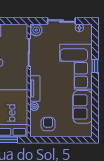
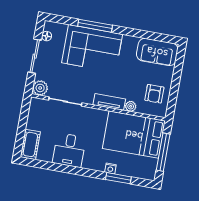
window: (95, 66) -> (95, 26), width x2.17
sofa: (83, 107) -> (157, 52), moved
armchair: (48, 124) -> (154, 94), turned -90

